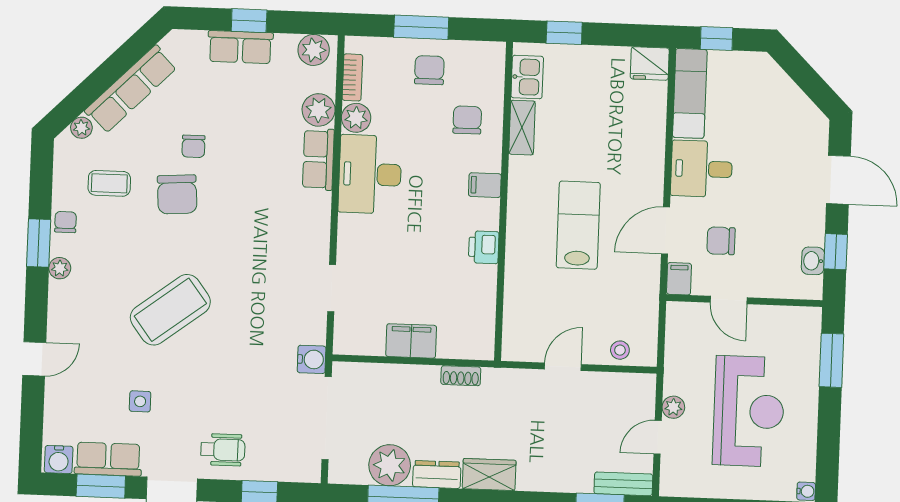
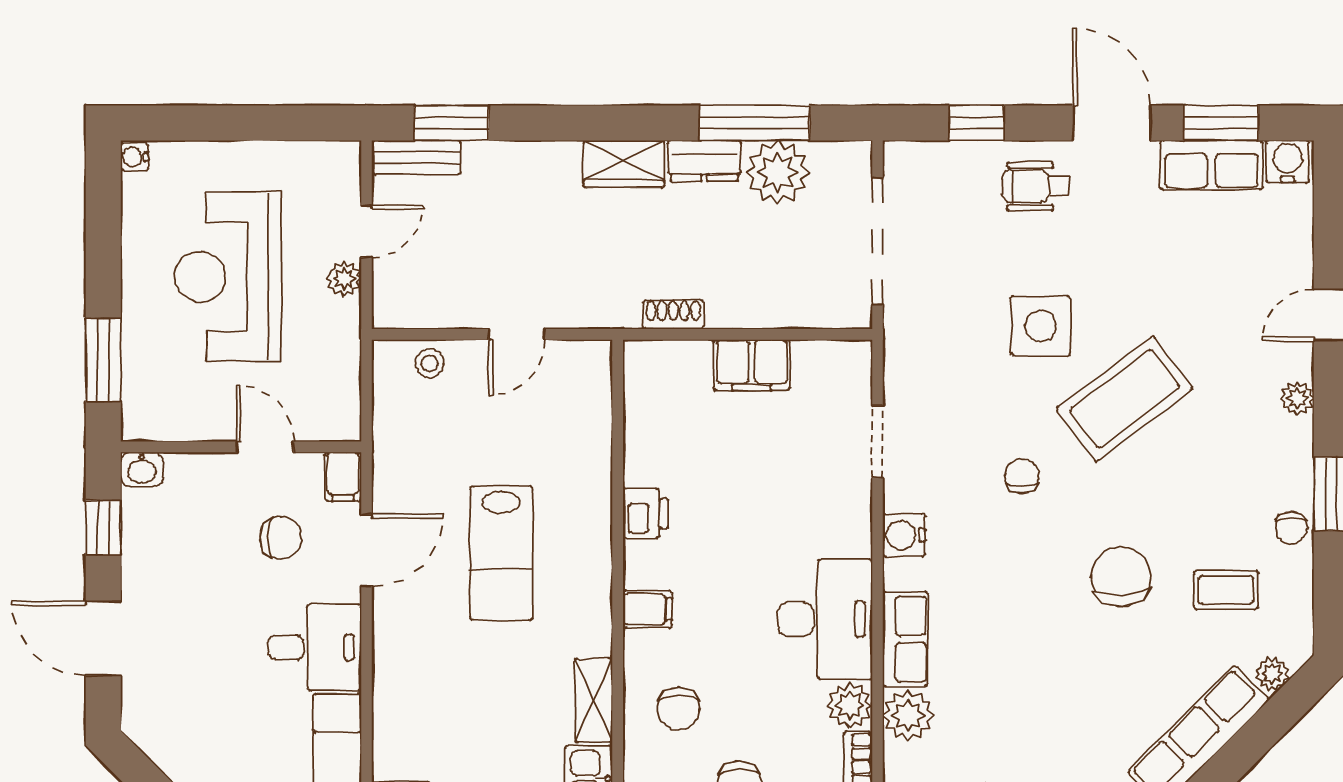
chair: (193, 146) -> (1022, 476), moved
washbasin: (813, 261) -> (142, 469), moved, turned 90
plant: (60, 268) -> (1297, 398), moved
water cooler: (312, 359) -> (904, 535), moved
side table: (140, 401) -> (1041, 326), moved, width x1.87, depth x1.87

